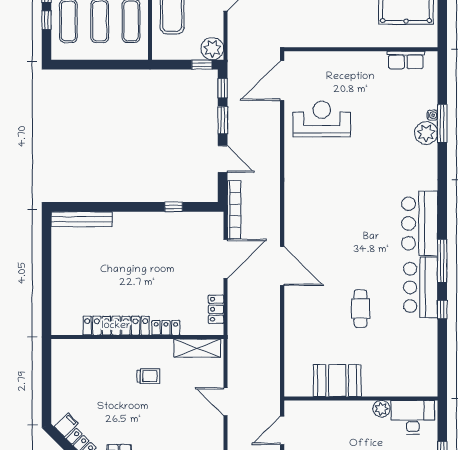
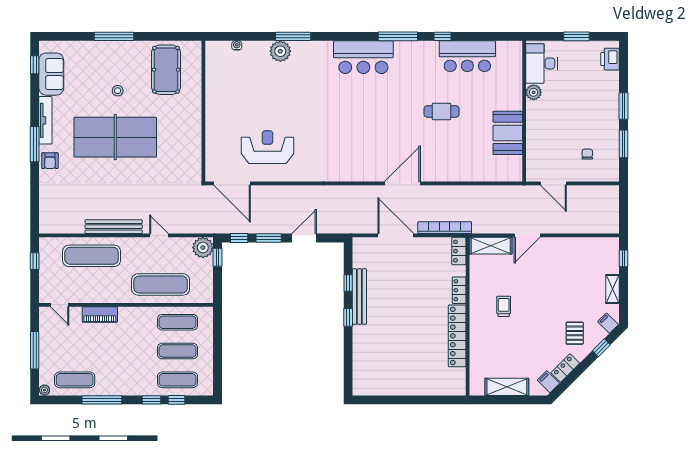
row of seats: (406, 60) -> (213, 70), removed
water cooler: (432, 115) -> (237, 45), moved
reception desk: (322, 119) -> (268, 147), turned 90
window: (442, 124) -> (293, 36), moved
window: (136, 207) -> (348, 317), added
bookcase: (234, 210) -> (445, 228), moved
bench: (82, 219) -> (359, 297), moved
bar counter: (421, 287) -> (467, 56), moved
locker: (216, 309) -> (459, 251), moved, turned 90
shelving: (197, 348) -> (491, 246), moved, turned 90
shelving: (61, 380) -> (507, 387), added

